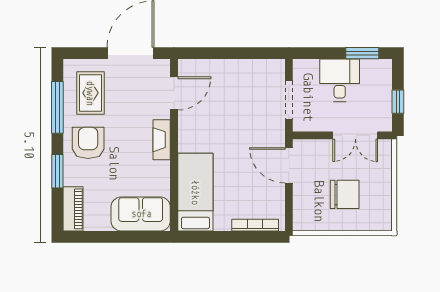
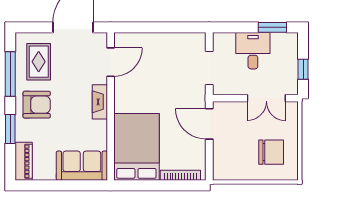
armchair: (88, 143) -> (37, 105), turned 90
bed: (195, 192) -> (136, 147), width x1.50
chair: (345, 194) -> (271, 152), moved

